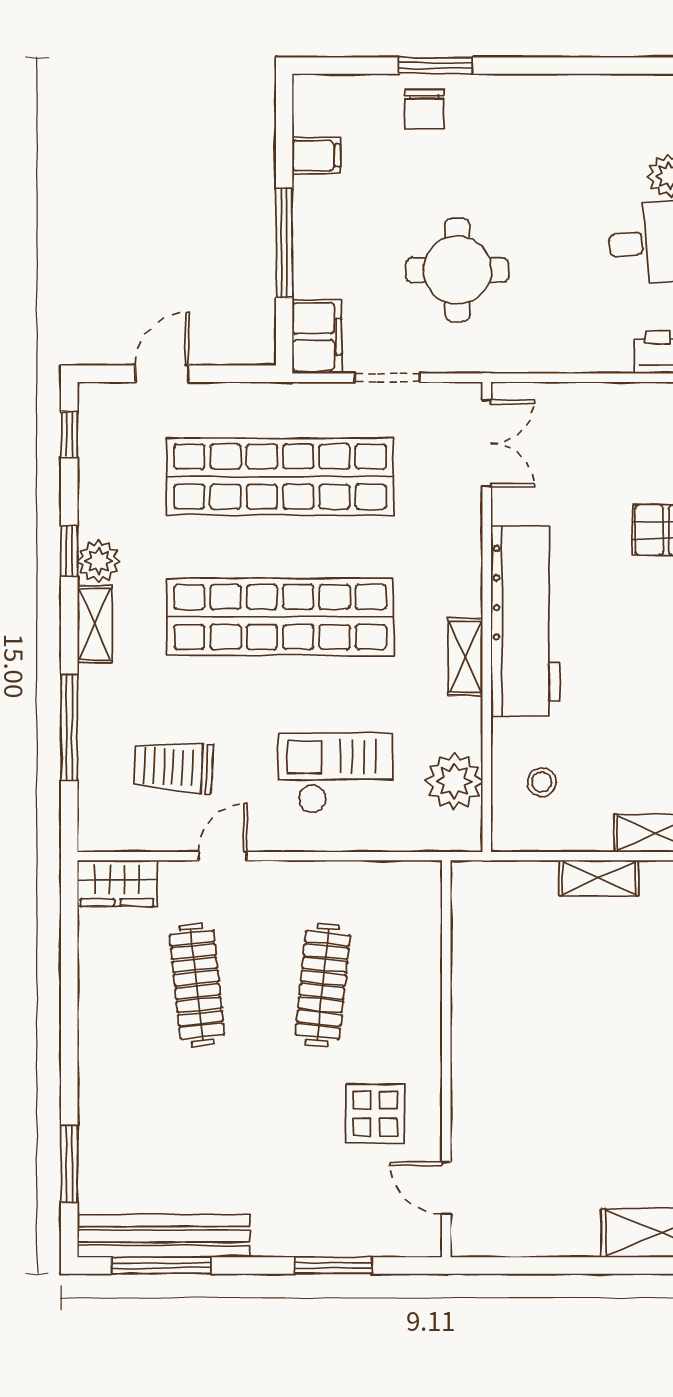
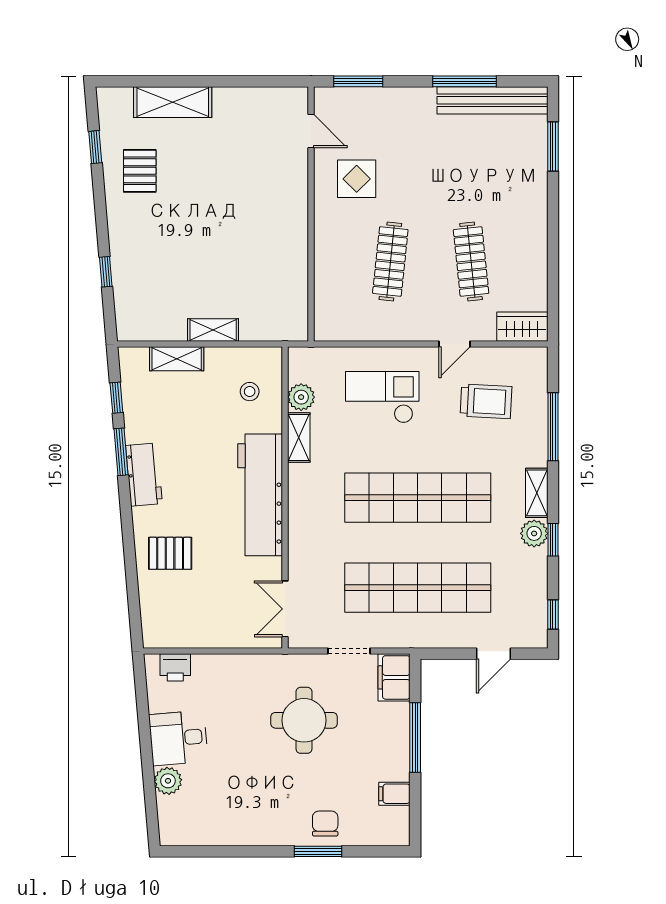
shelving: (465, 657) -> (299, 437), moved
checkout: (335, 773) -> (382, 397), turned 180
plant: (454, 781) -> (301, 397), width x0.73, depth x0.73
window: (161, 1265) -> (465, 81), moved
window: (333, 1265) -> (358, 81), moved

